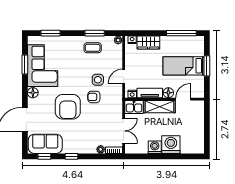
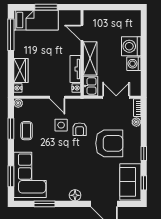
corner sofa: (43, 66) -> (30, 175), moved, turned 90
bed: (184, 66) -> (36, 20), moved, turned -90
floor lamp: (168, 93) -> (75, 49), removed
armchair: (68, 107) -> (109, 143), moved

